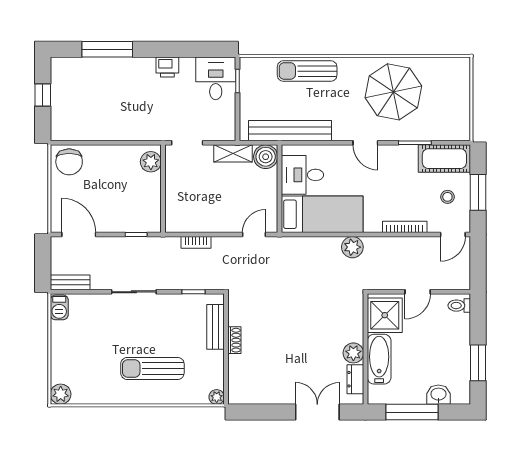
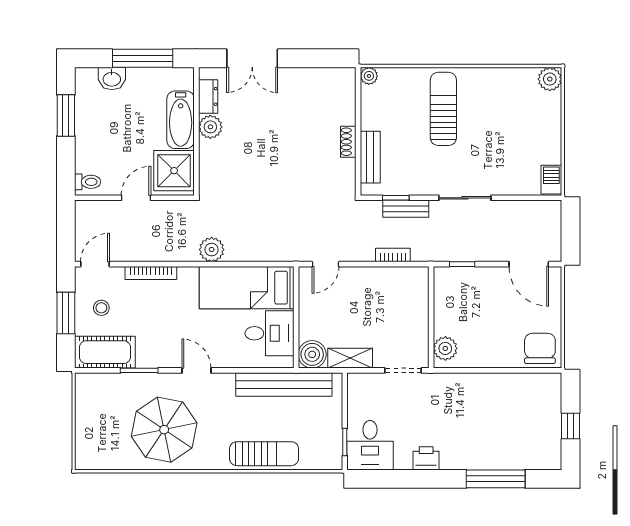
bench: (70, 282) -> (406, 209), moved
sun lounger: (152, 368) -> (443, 109), turned -90

